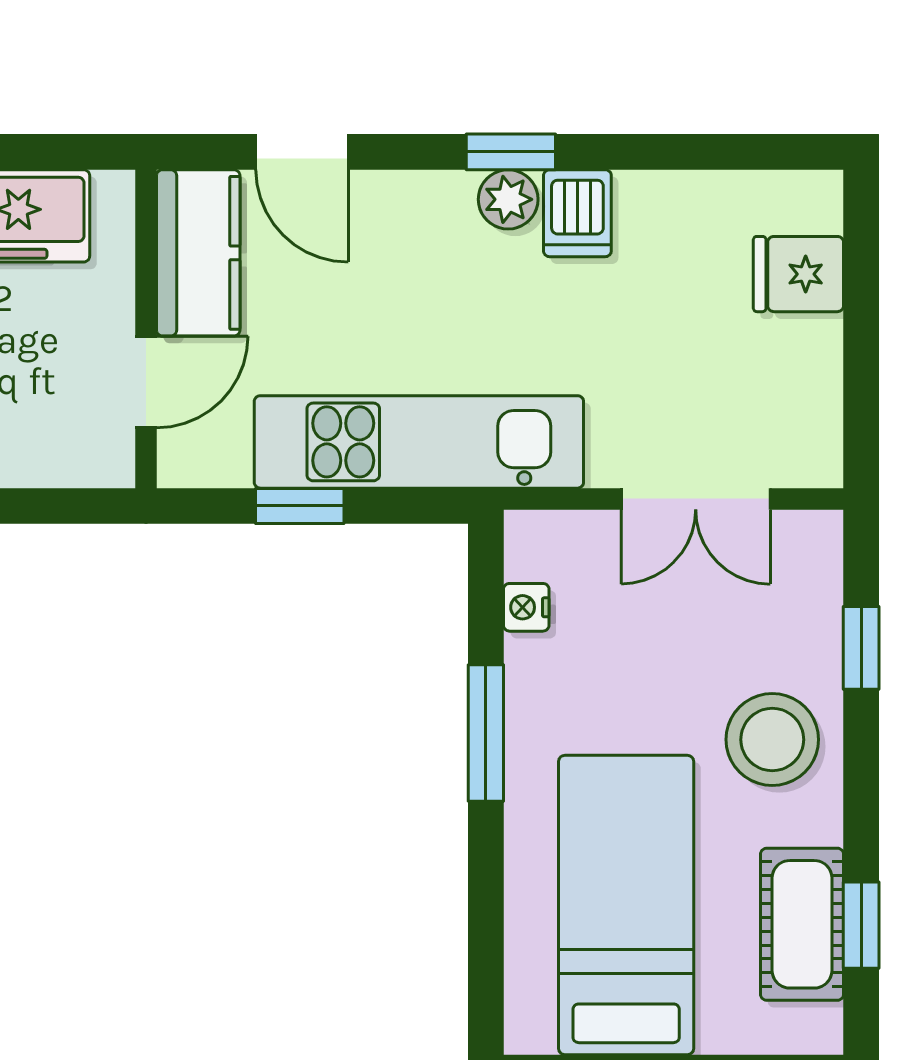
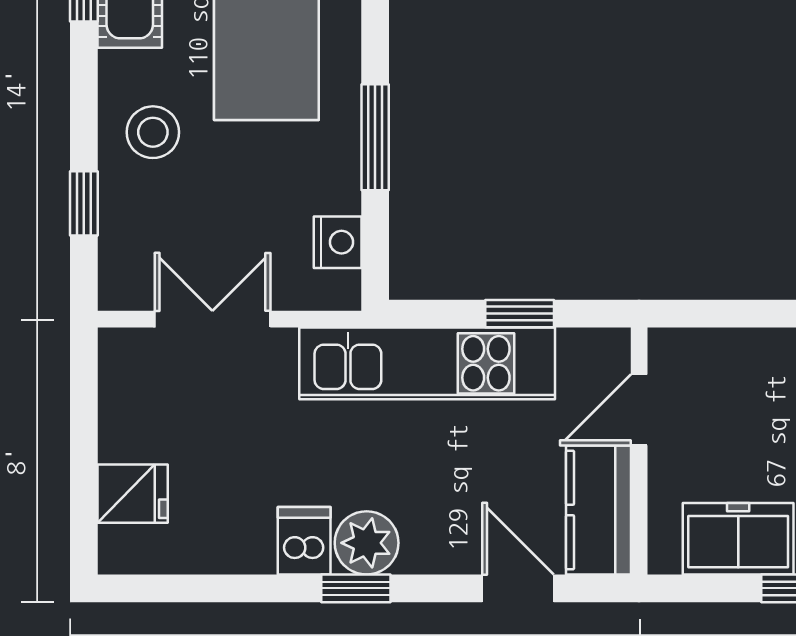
plant: (508, 199) -> (367, 543), width x1.38, depth x1.38
nightstand: (526, 607) -> (338, 242), width x1.39, depth x1.35
stool: (772, 740) -> (153, 132), width x0.73, depth x0.73

